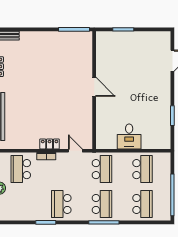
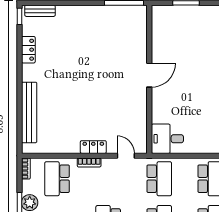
door: (94, 87) -> (149, 75), hinge flipped
desk: (129, 136) -> (167, 139), moved, turned 90

